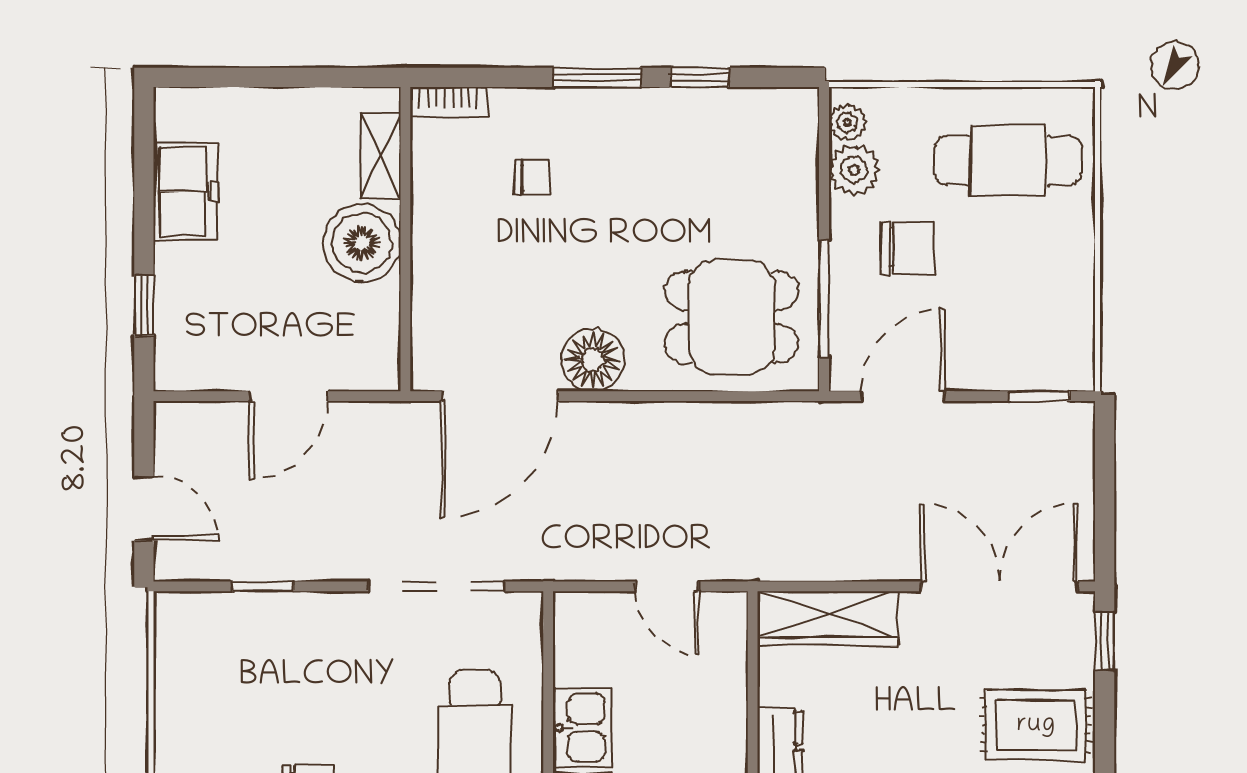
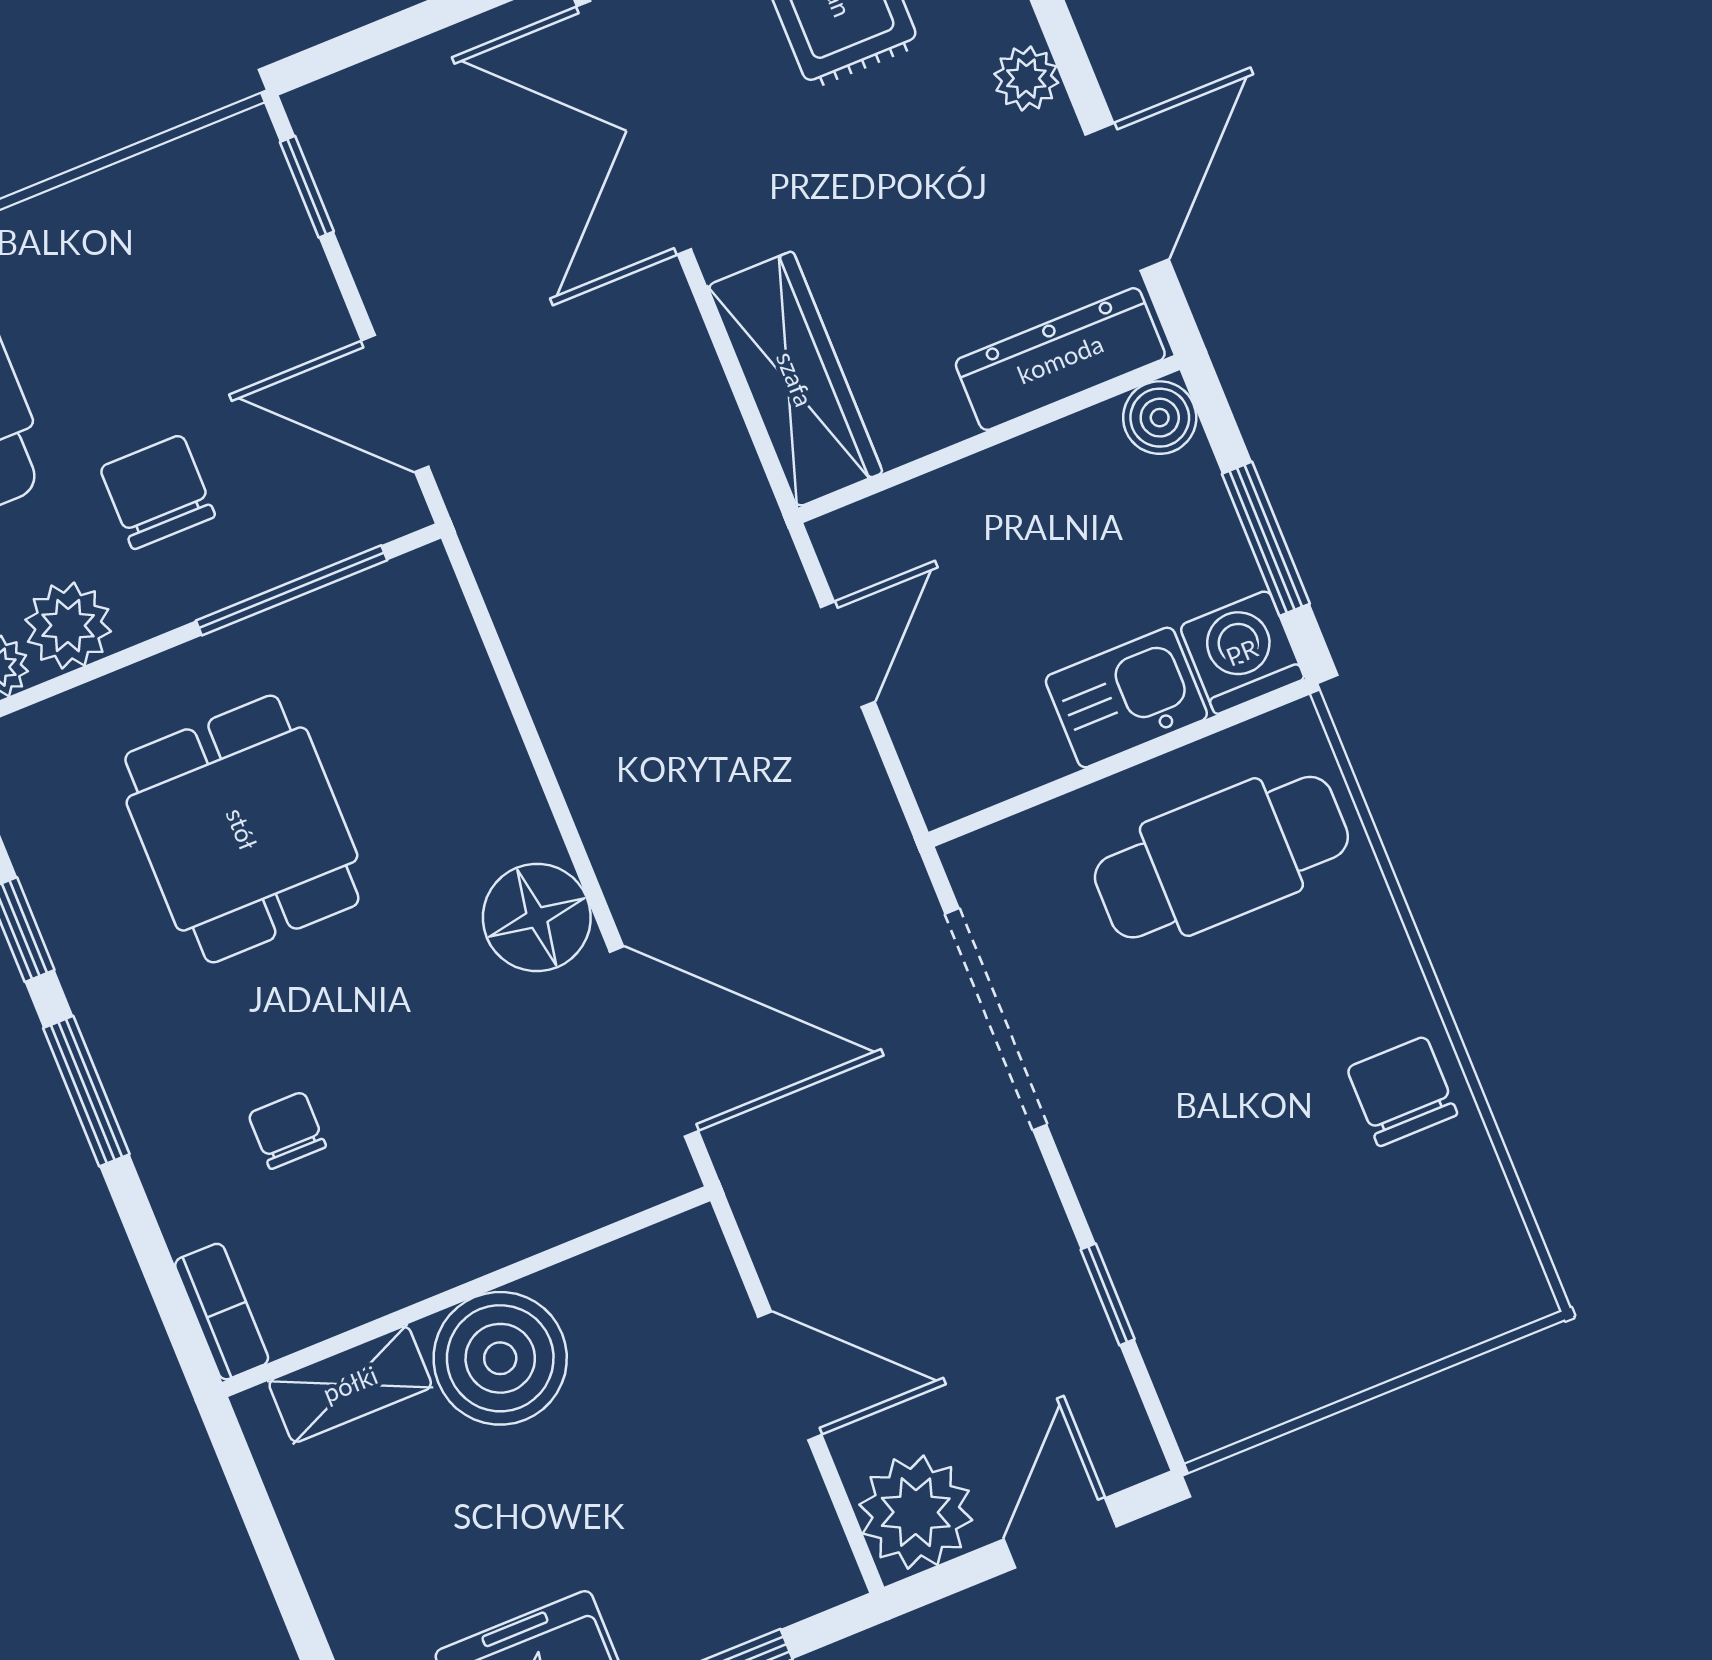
dining table: (731, 317) -> (242, 829), moved
plant: (187, 434) -> (916, 1512), added

